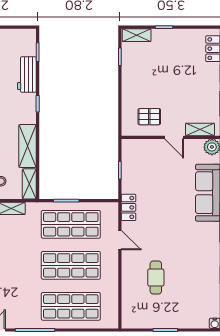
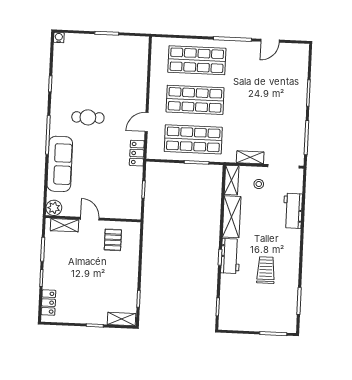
workbench: (27, 75) -> (230, 256), moved
pallet: (149, 117) -> (113, 240), turned 90
door: (120, 240) -> (147, 122), hinge flipped
cafe table: (156, 277) -> (88, 117), moved, turned 90

